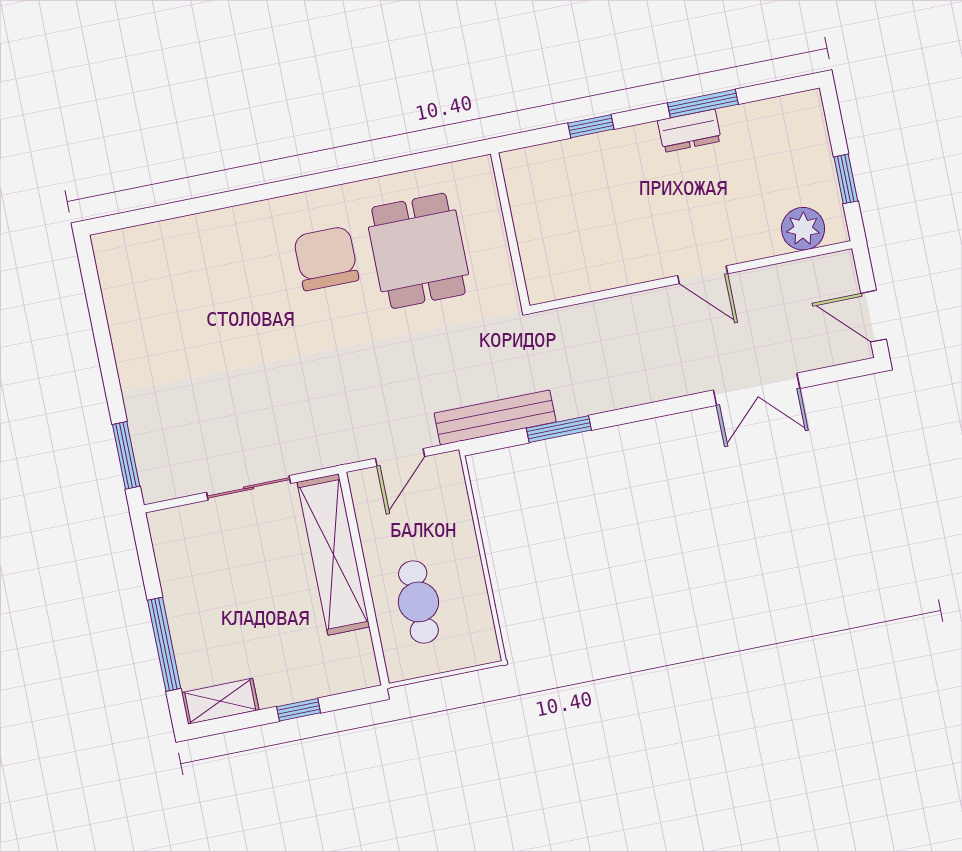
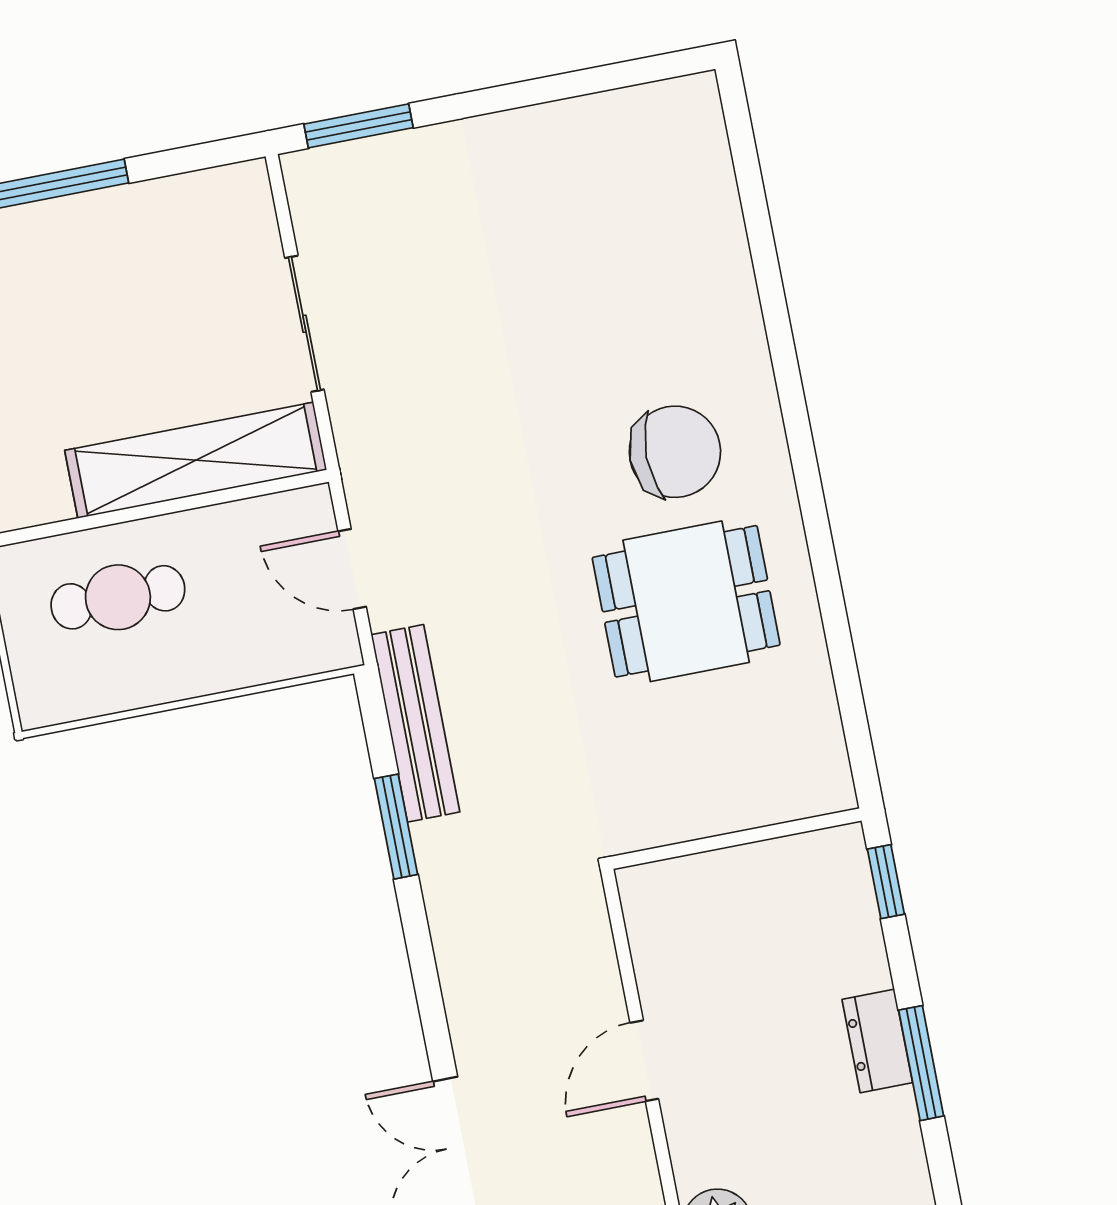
wall: (510, 230) -> (736, 839), moved

